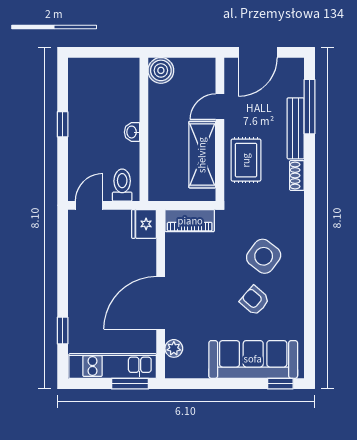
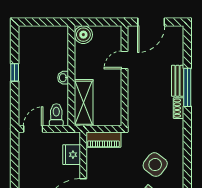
window: (309, 107) -> (187, 87), moved
bench: (296, 128) -> (178, 81), width x0.73
shelving: (202, 155) -> (84, 103), moved
rug: (246, 160) -> (143, 97), removed
fridge: (144, 224) -> (72, 155), moved

